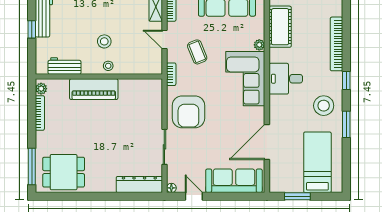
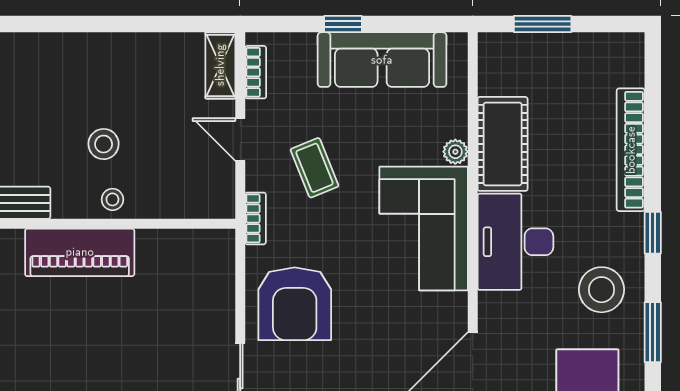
cot: (280, 27) -> (503, 144), moved
desk: (286, 79) -> (515, 242), width x1.37

